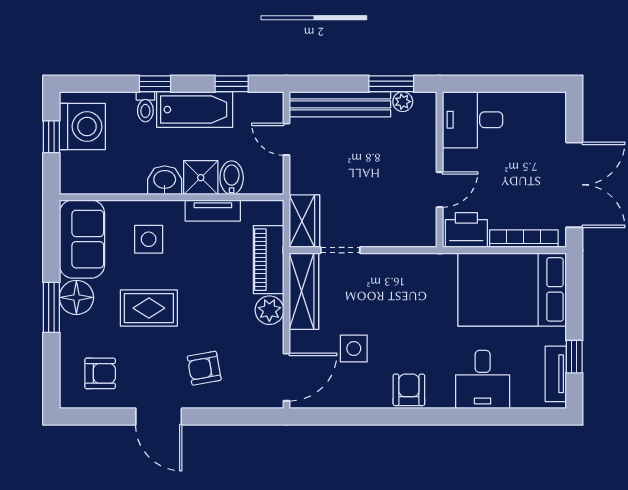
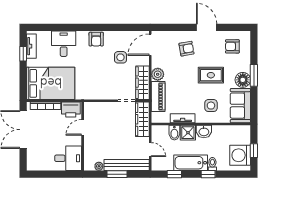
window: (391, 84) -> (117, 174), moved
wardrobe: (304, 221) -> (142, 119), width x1.50

